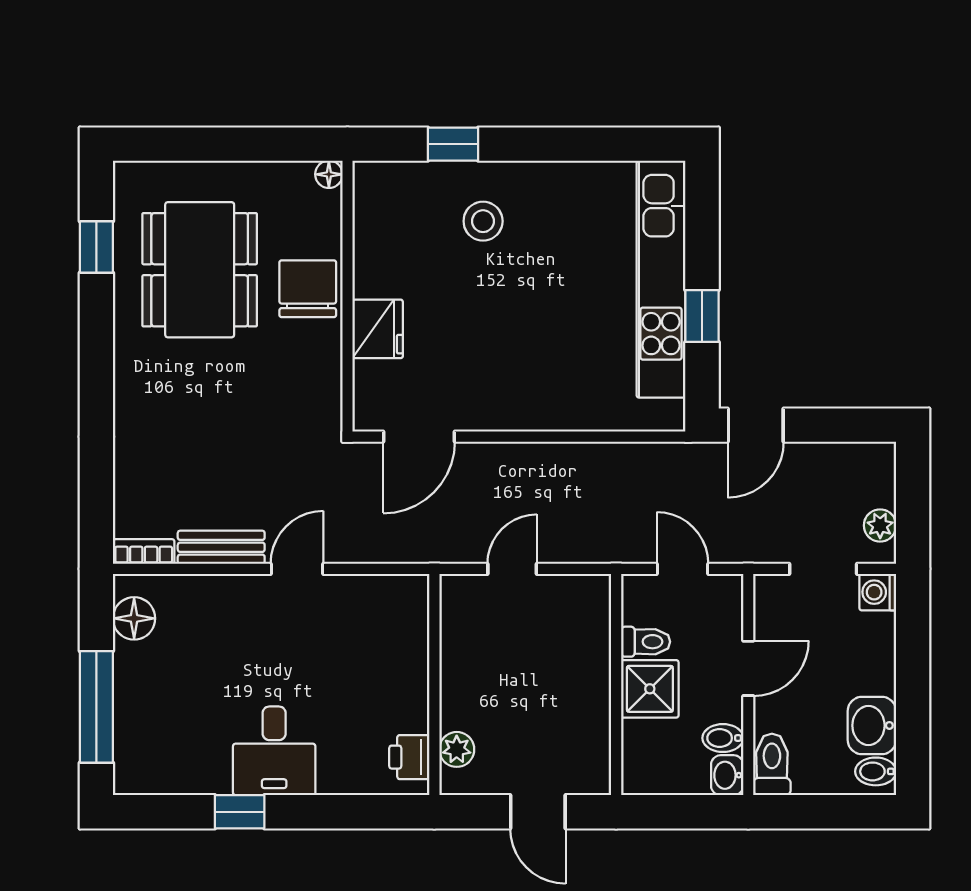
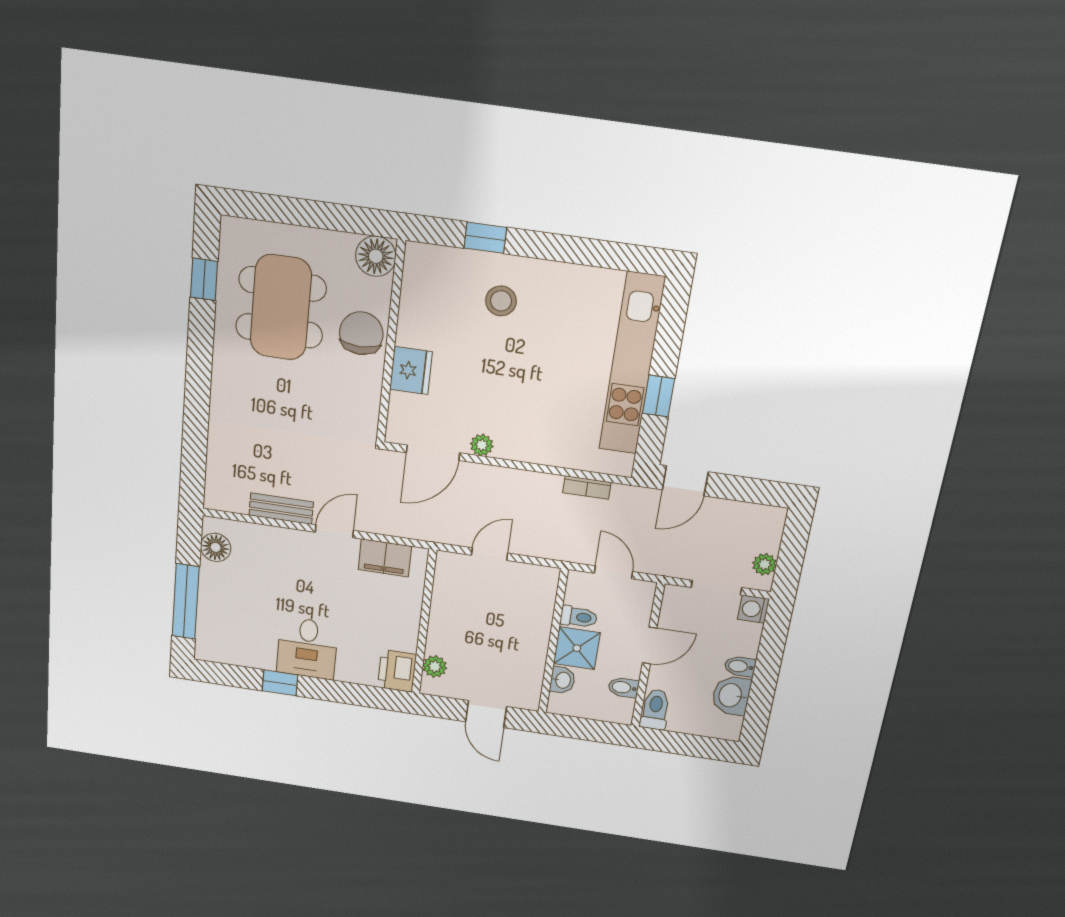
floor lamp: (329, 174) -> (376, 256), width x1.89, depth x1.89
plant: (482, 416) -> (482, 445), added
bookcase: (144, 552) -> (587, 487), moved, turned 180
filing cabinet: (370, 597) -> (385, 558), added
printer: (409, 757) -> (397, 671), width x1.36, depth x1.24
bidet: (876, 771) -> (740, 666), moved
washbasin: (727, 775) -> (562, 680), moved, turned 180

